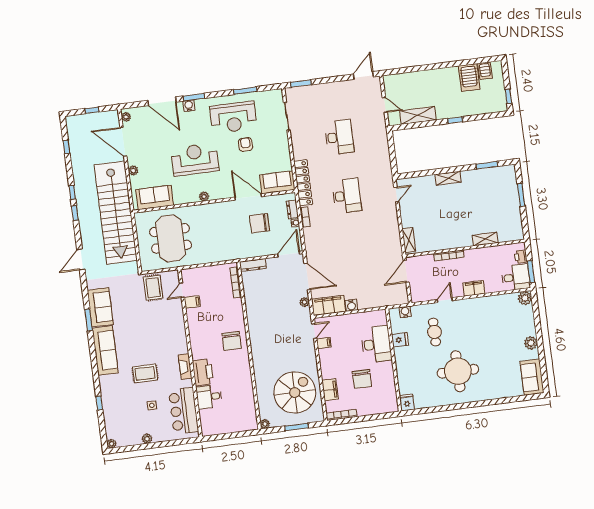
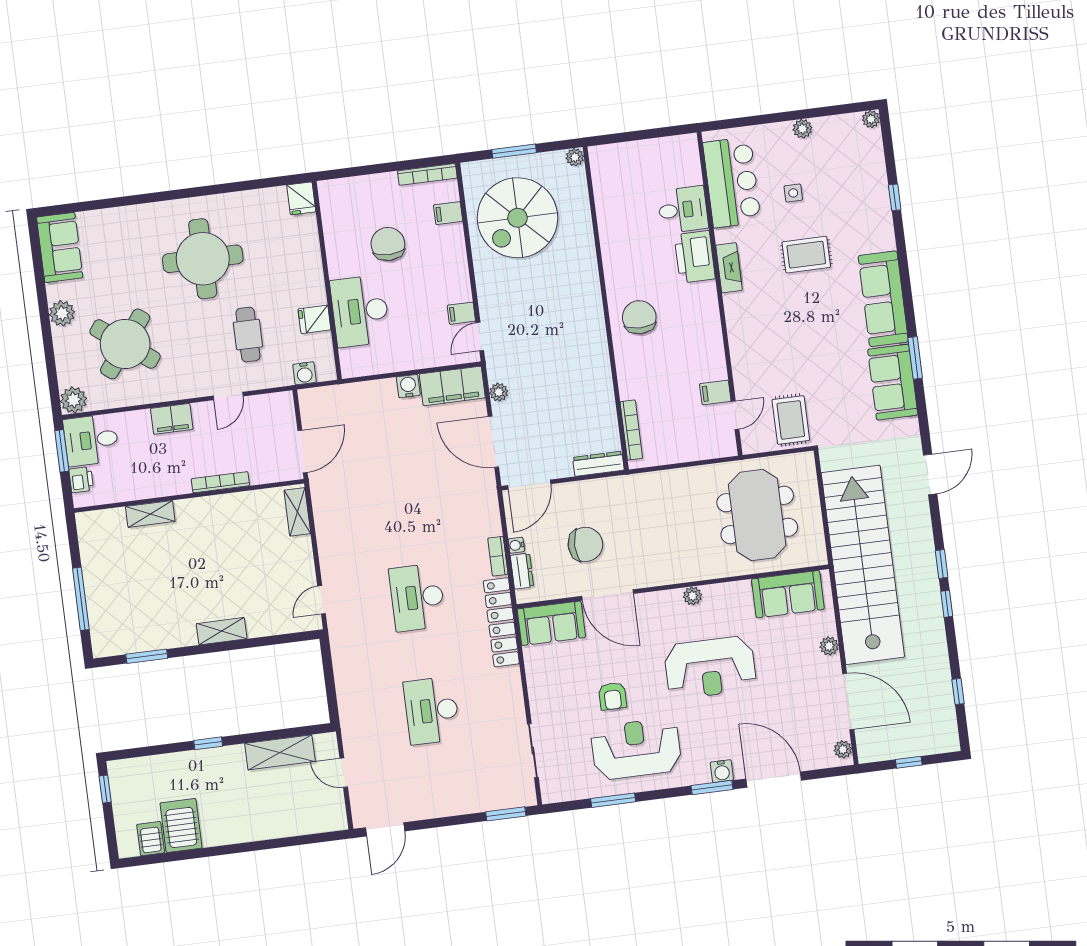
window: (521, 195) -> (81, 599), width x1.44
round table: (498, 327) -> (125, 344), added
filing cabinet: (330, 390) -> (448, 213), width x0.50

